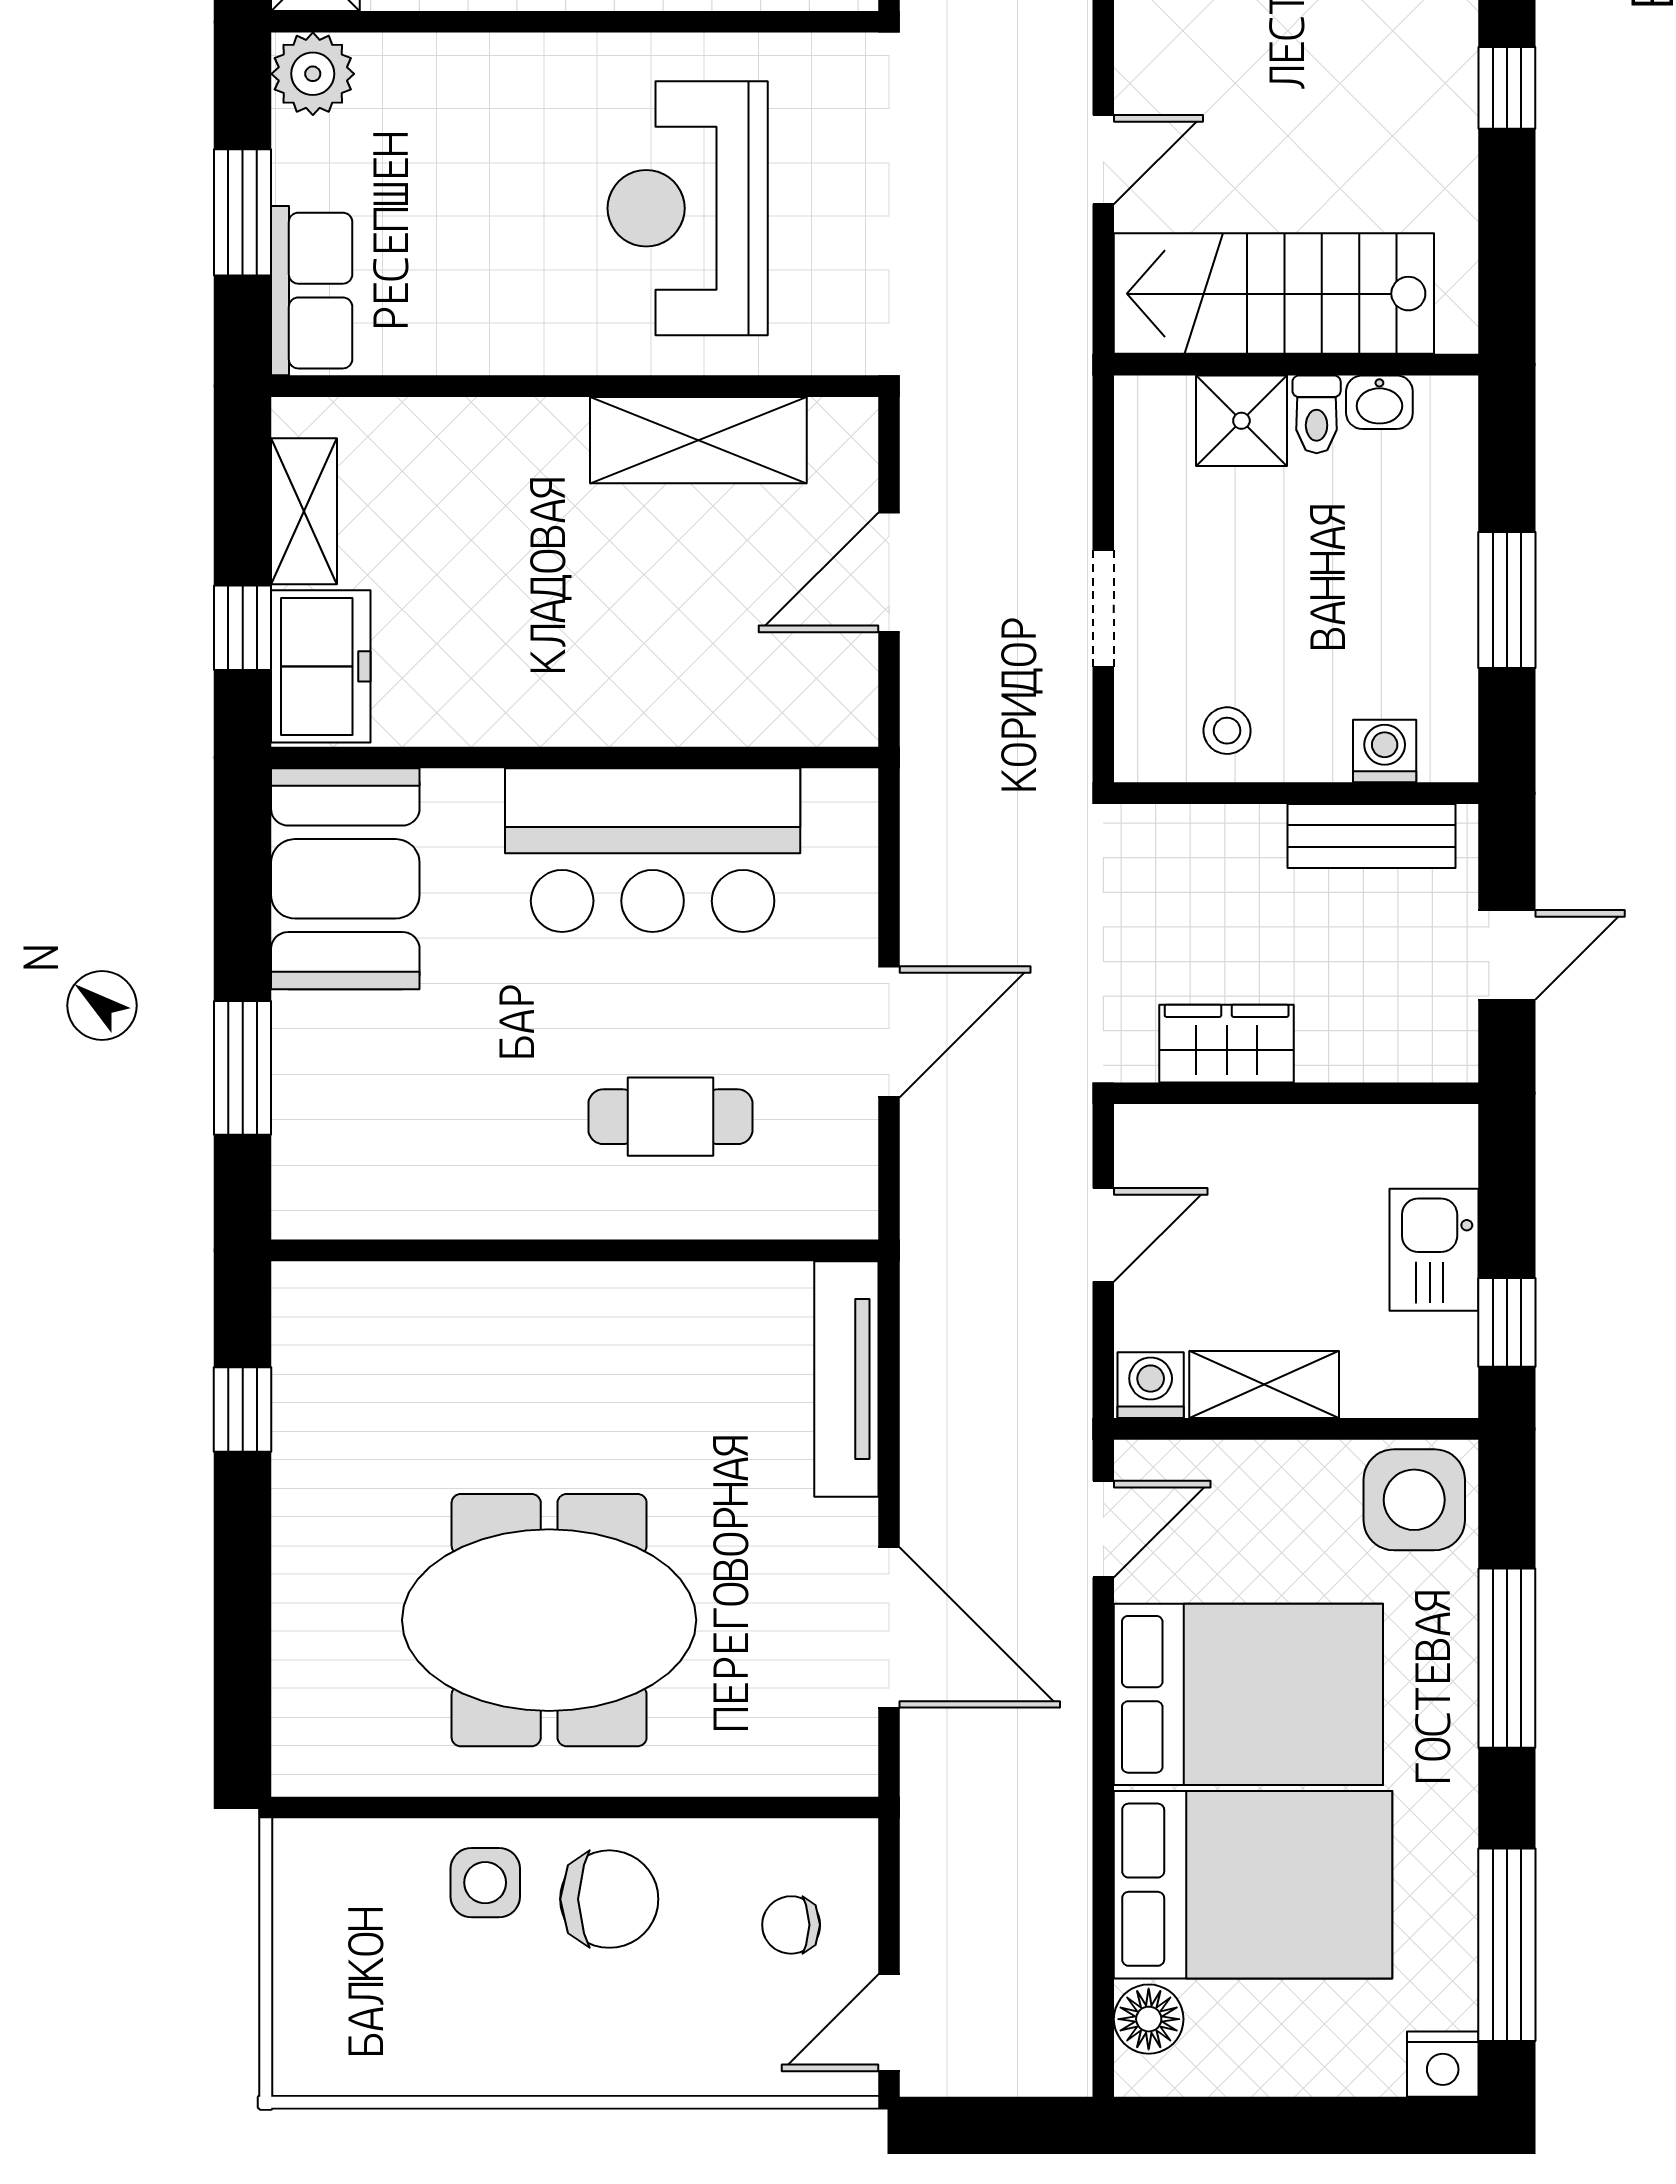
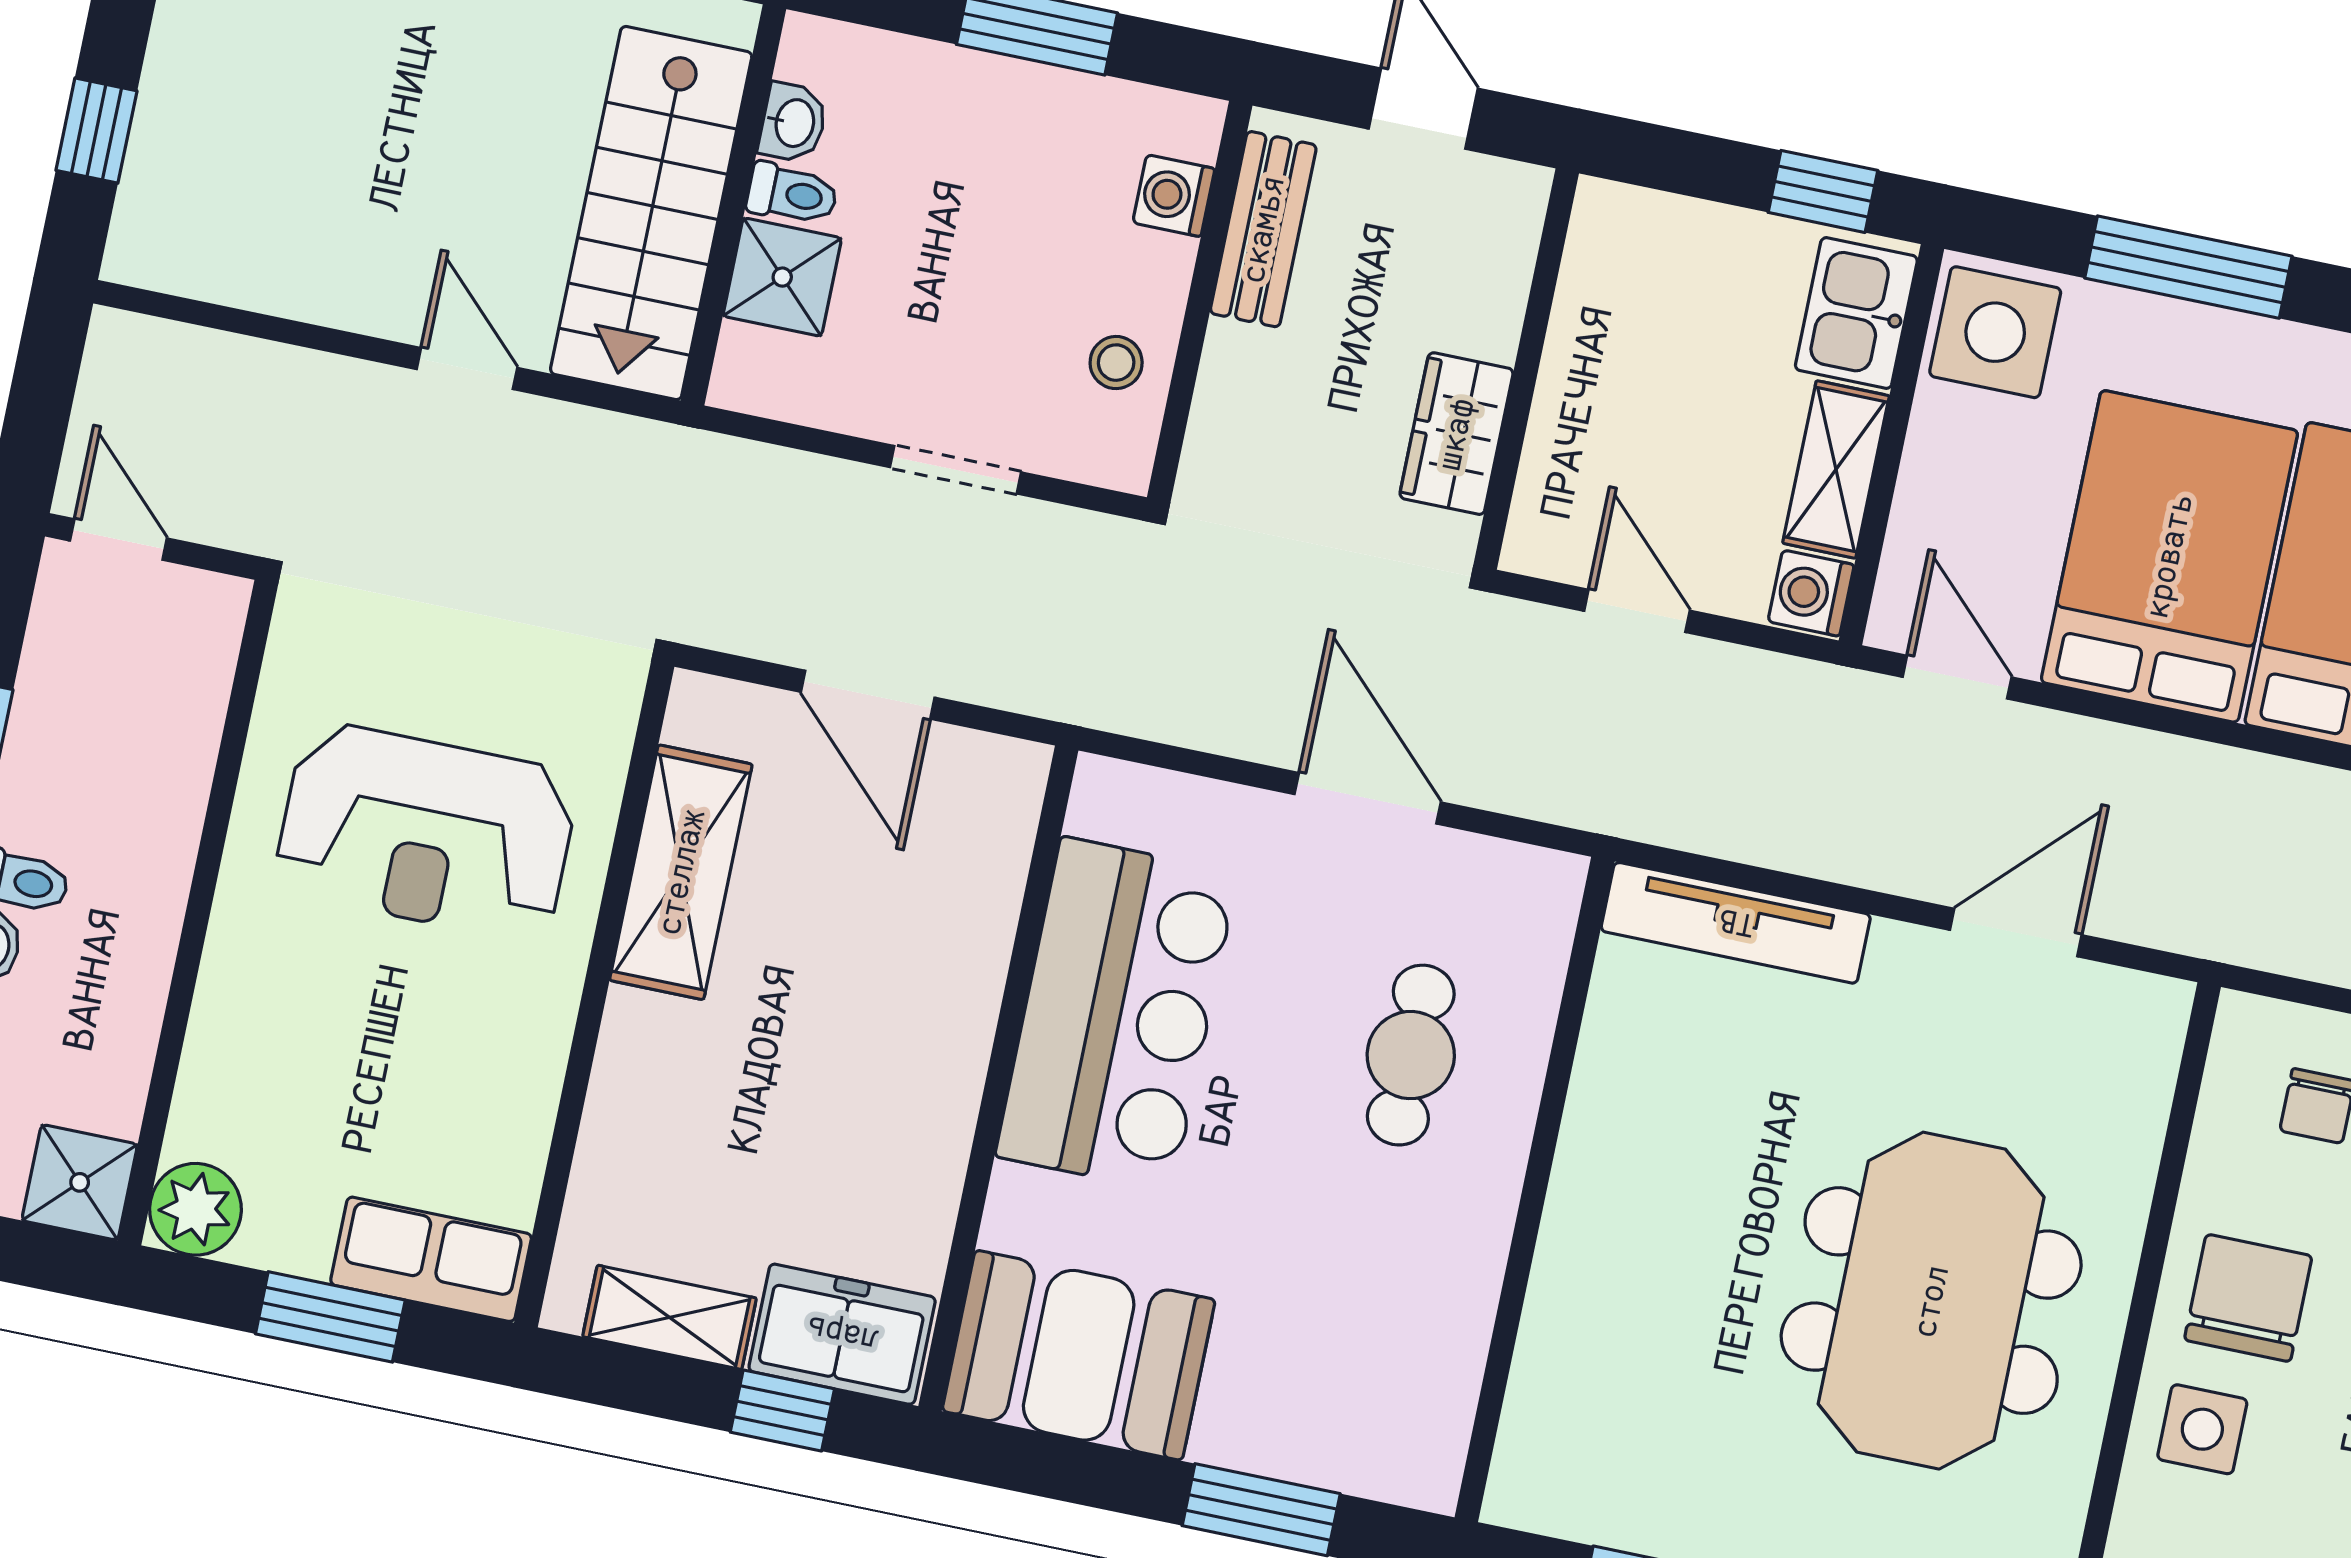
kitchen sink: (1434, 1250) -> (1856, 313), moved, turned 90
door: (889, 1627) -> (2016, 932), width x0.73

